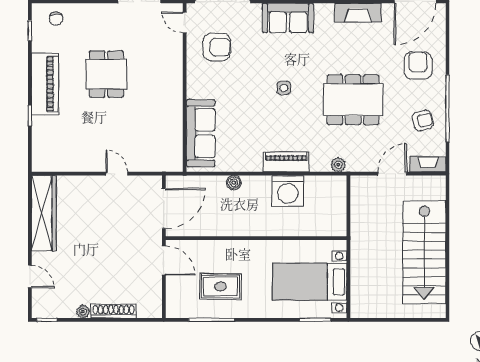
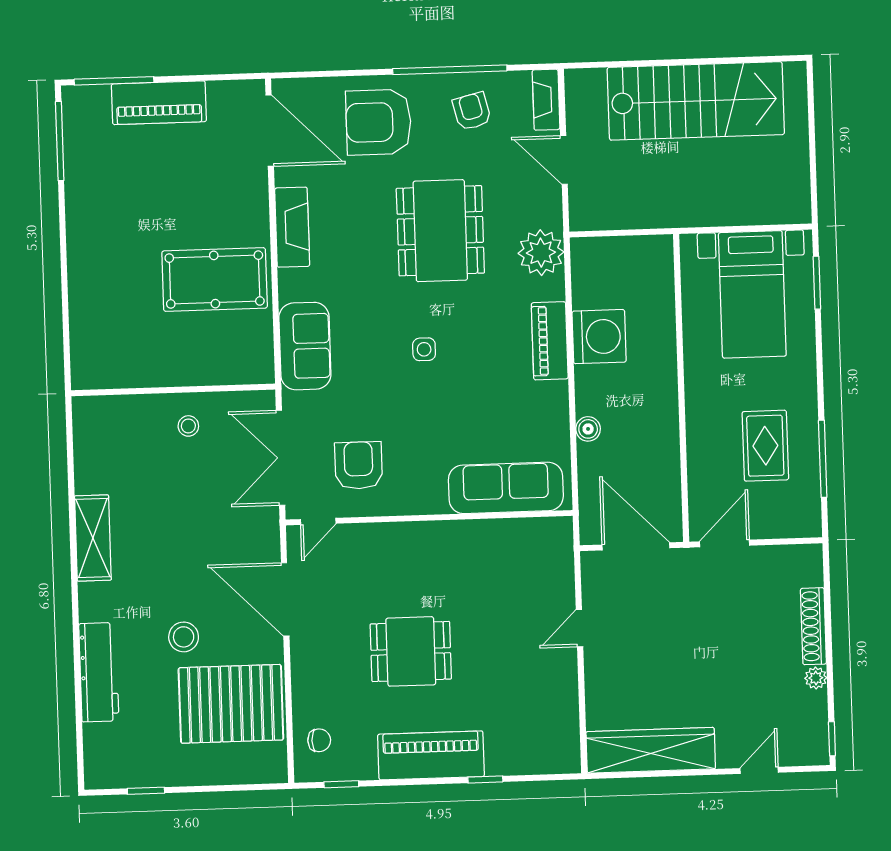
armchair: (418, 65) -> (378, 122), width x1.36, depth x1.36
plant: (338, 165) -> (541, 253), width x1.87, depth x1.87

